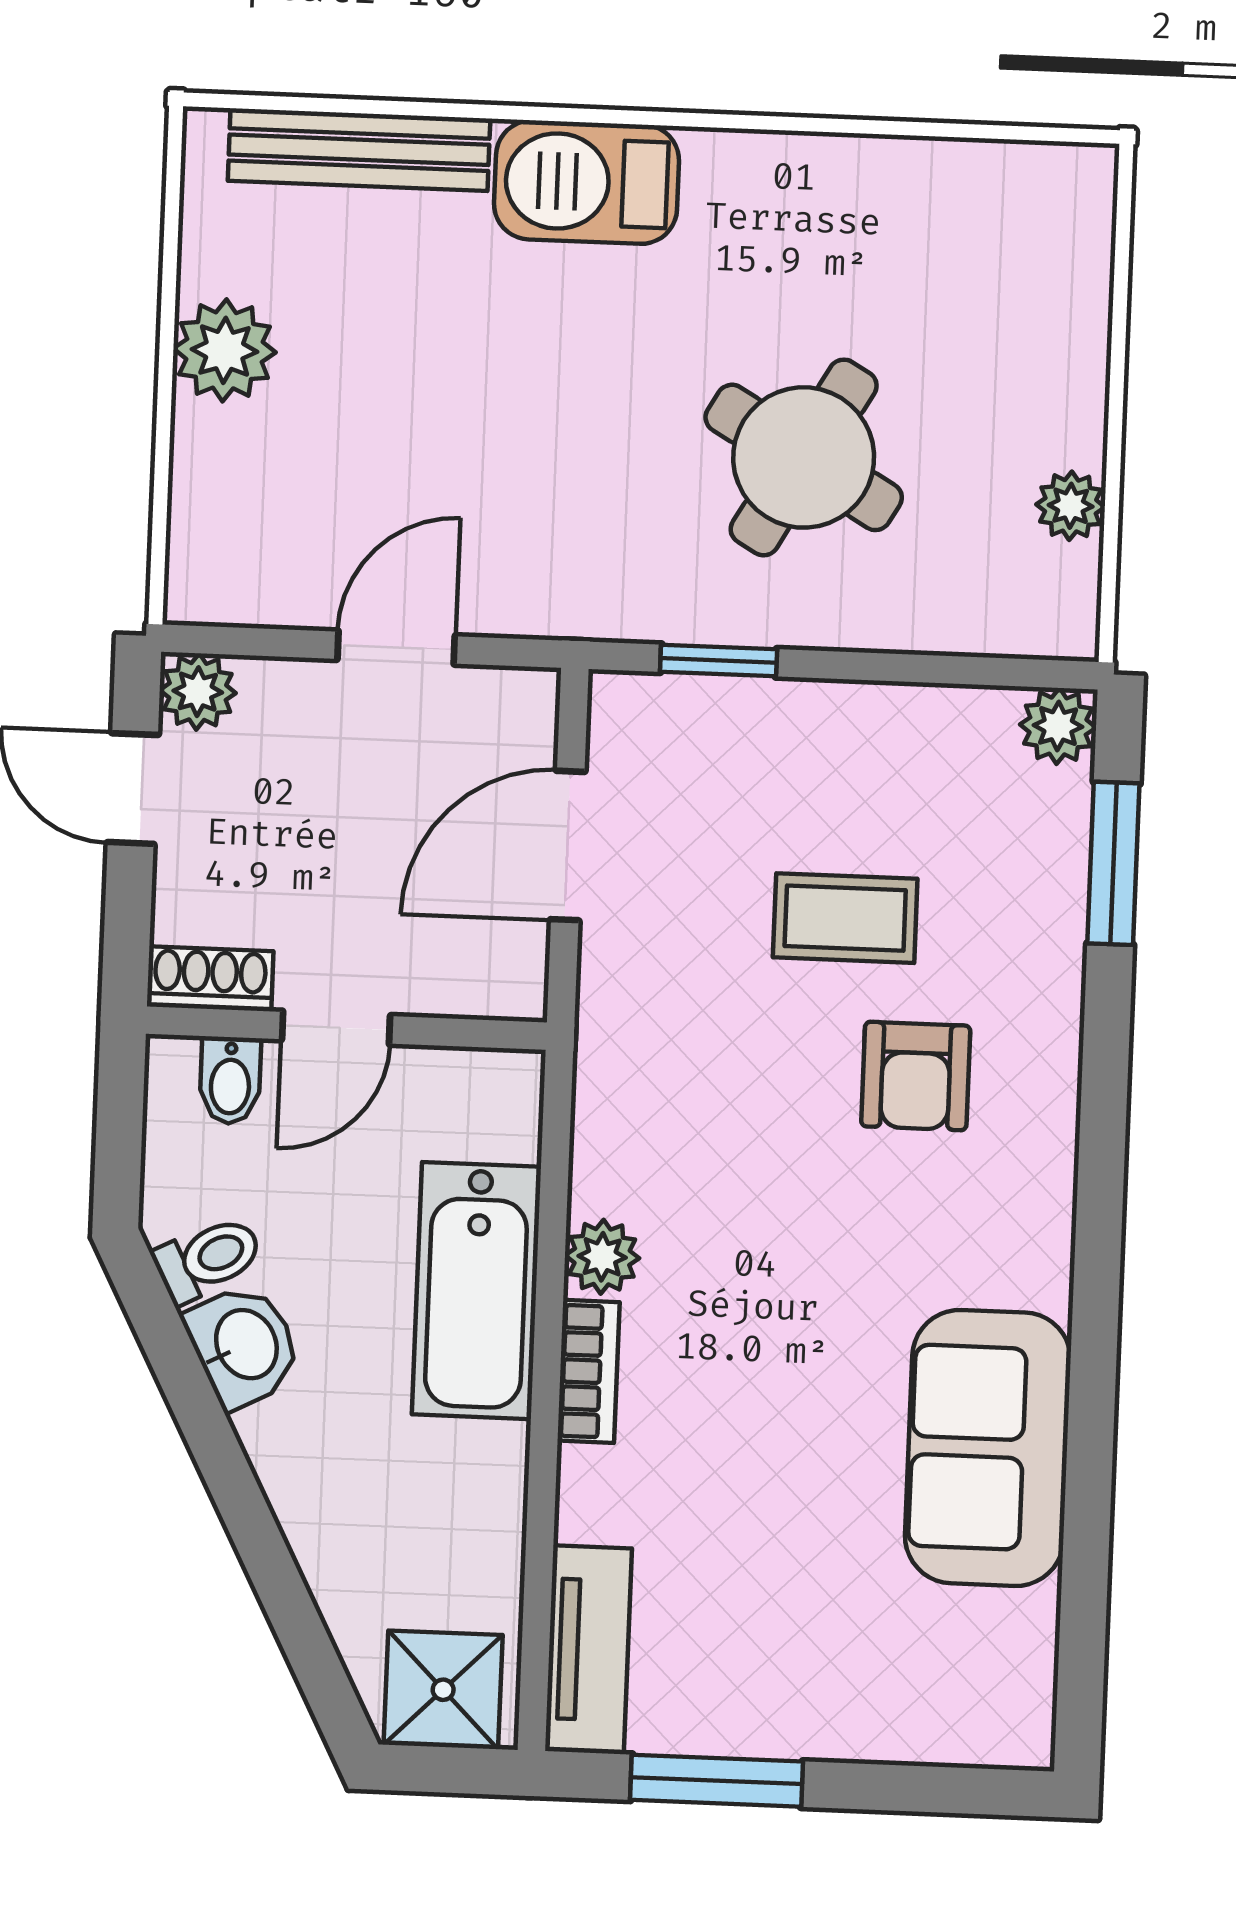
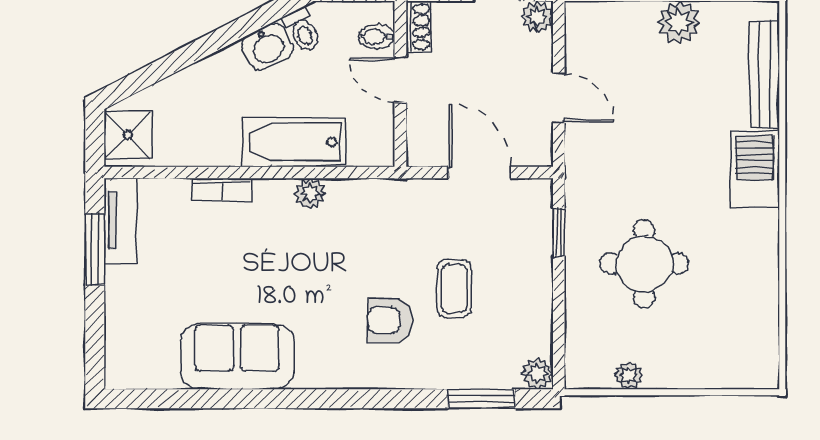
round table: (804, 457) -> (644, 264), turned -30
bookcase: (588, 1371) -> (222, 190), moved
tv unit: (588, 1650) -> (121, 221), moved, turned -90

